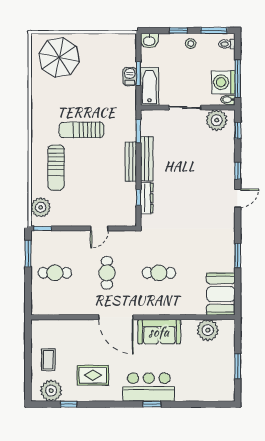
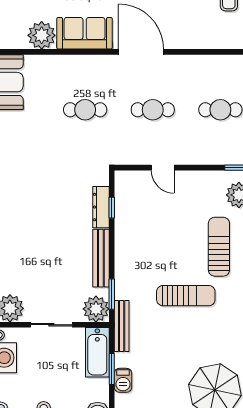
barbecue: (130, 77) -> (123, 380), moved
plant: (151, 120) -> (96, 309), added
bench: (131, 162) -> (122, 326), moved
door: (99, 228) -> (163, 168), swing flipped
cafe table: (107, 273) -> (153, 110), turned 90
plant: (208, 330) -> (42, 35), moved

